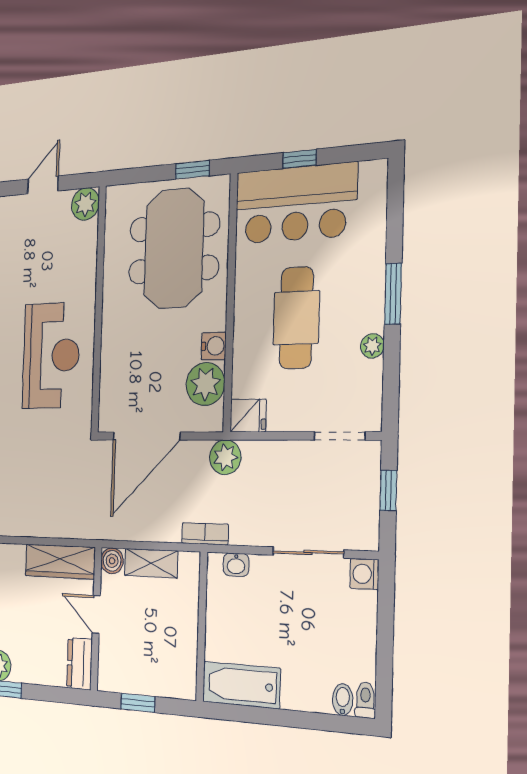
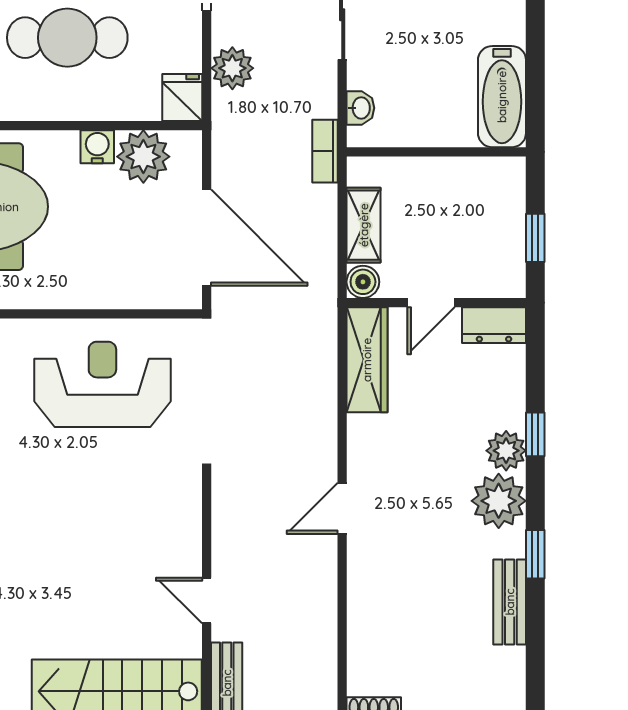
plant: (225, 457) -> (232, 68), moved

